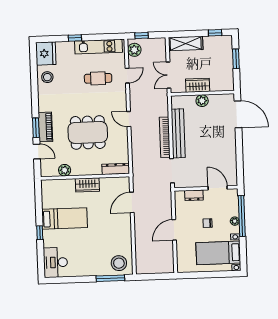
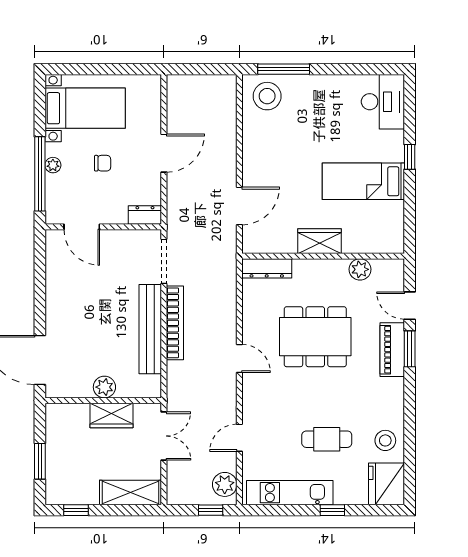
cafe table: (98, 78) -> (327, 439), moved
dresser: (194, 195) -> (145, 215), moved

